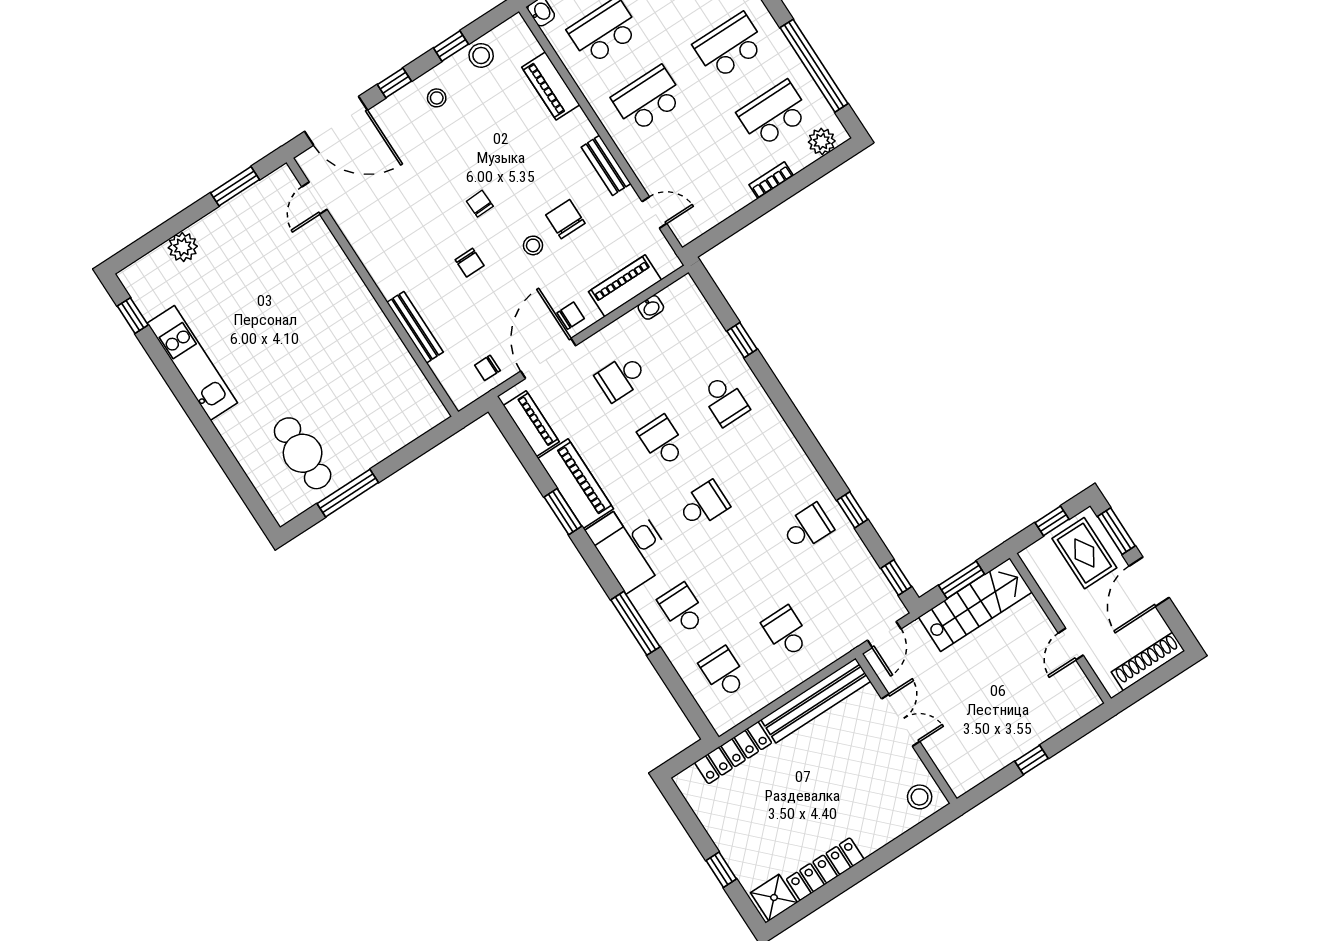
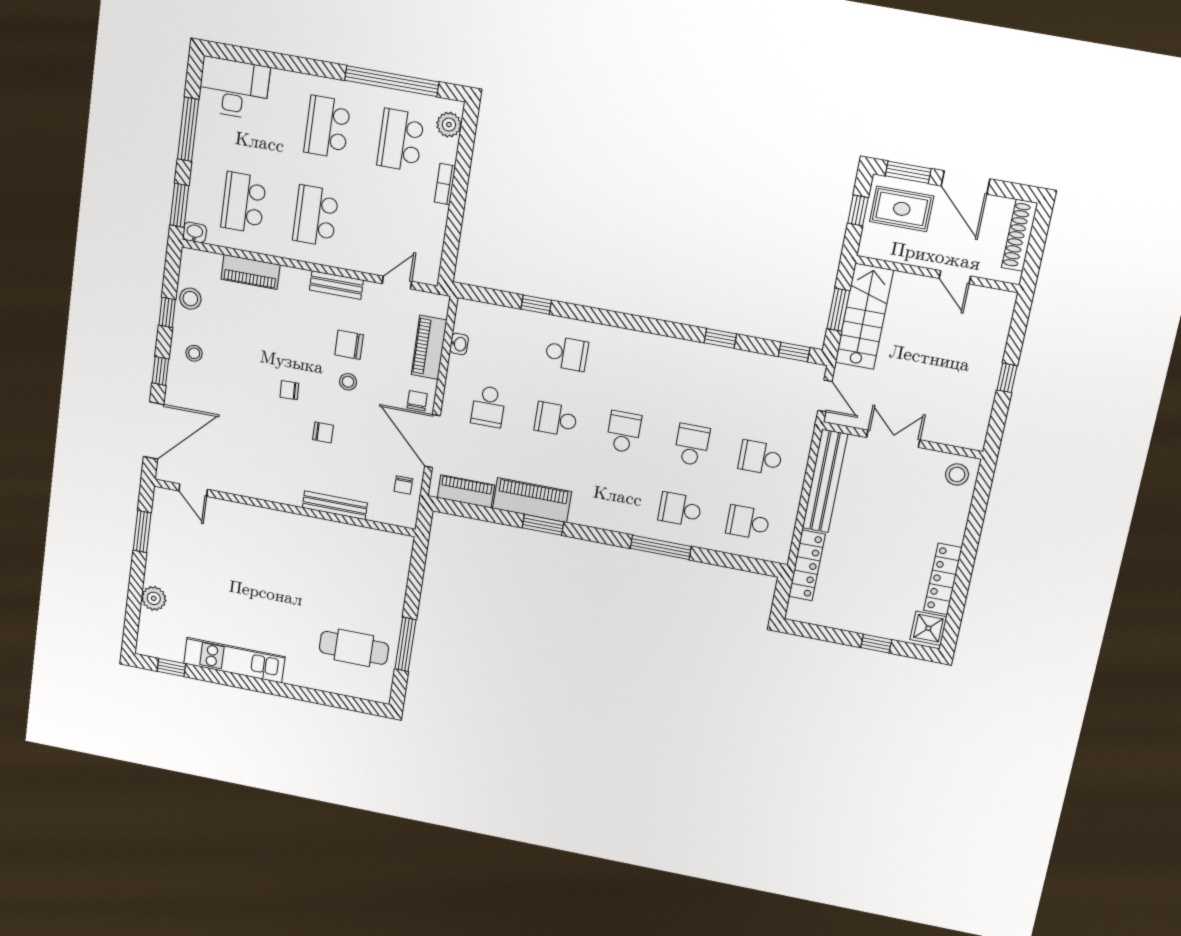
school desk: (807, 528) -> (692, 445), moved
desk: (630, 546) -> (606, 504), removed

